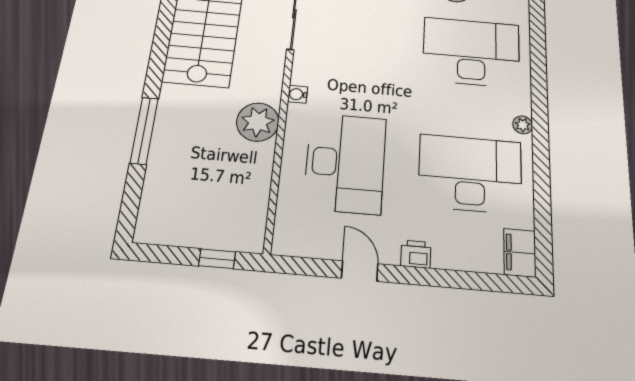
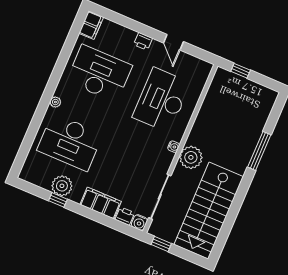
plant: (258, 122) -> (191, 157), moved
plant: (523, 125) -> (55, 102), moved
desk: (470, 174) -> (99, 73), turned 180

